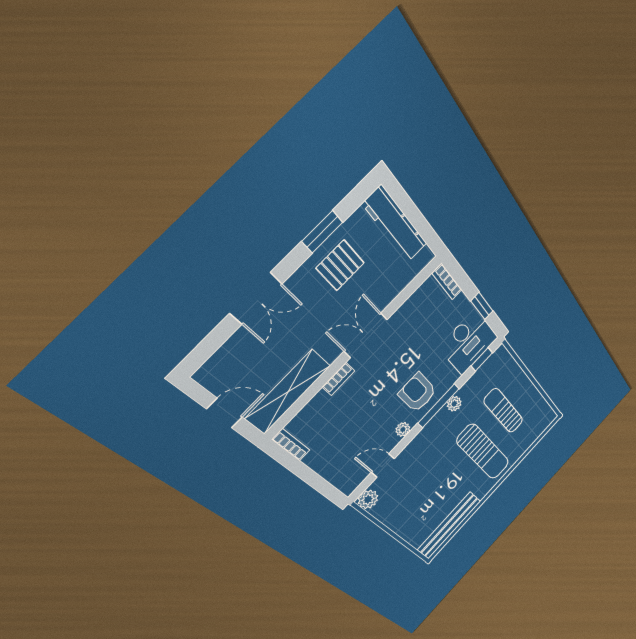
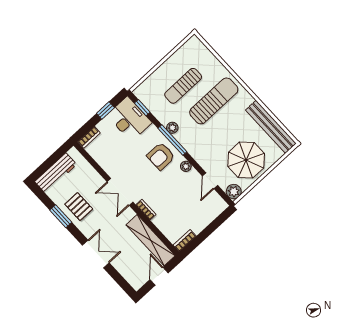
parasol: (410, 506) -> (246, 160), added

